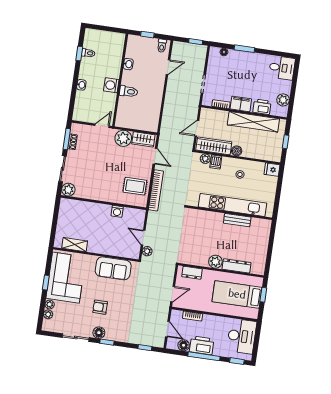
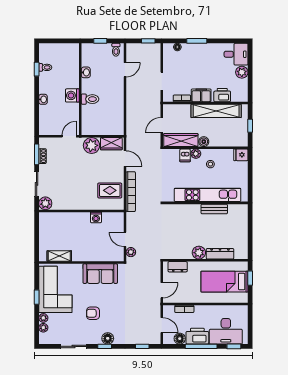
plant: (283, 100) -> (242, 72), moved
plant: (205, 159) -> (196, 154), moved
floor lamp: (99, 333) -> (108, 338), moved
desk: (242, 336) -> (226, 331), moved, turned 90

